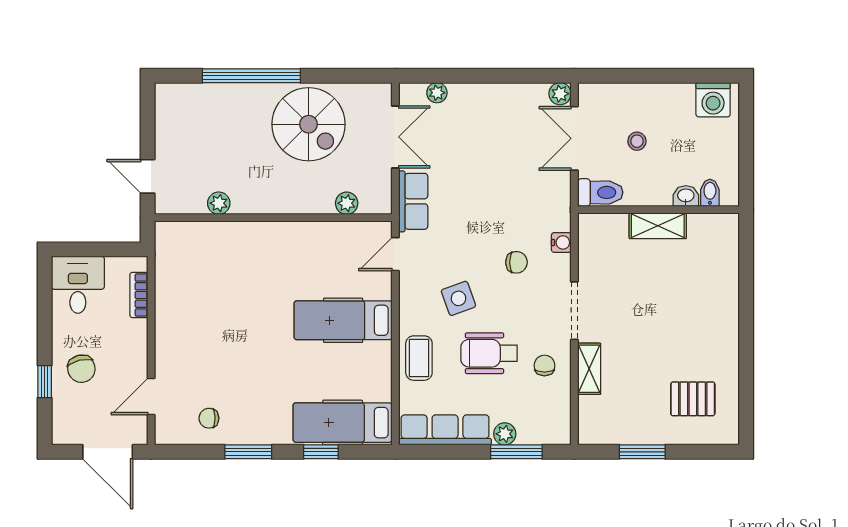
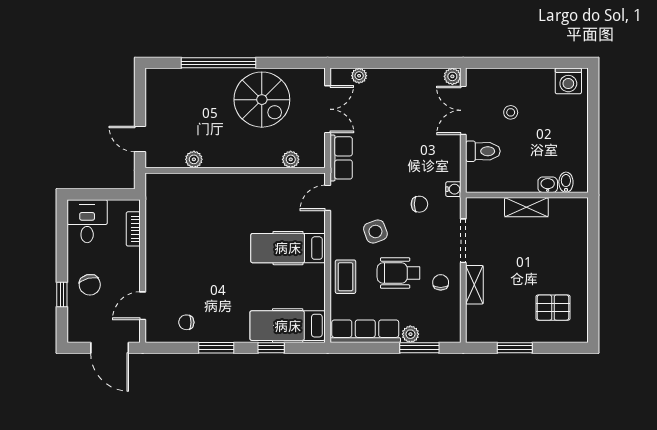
bidet: (710, 193) -> (566, 182), moved
washbasin: (686, 196) -> (548, 185), moved
wall: (658, 210) -> (527, 195), moved
shelving: (658, 226) -> (526, 207), moved

